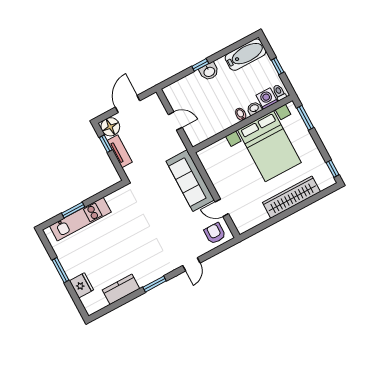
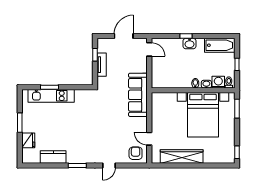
door: (175, 121) -> (149, 49), moved
floor lamp: (110, 127) -> (104, 45), removed
sofa: (190, 181) -> (138, 95), moved
wardrobe: (291, 197) -> (182, 157), moved

